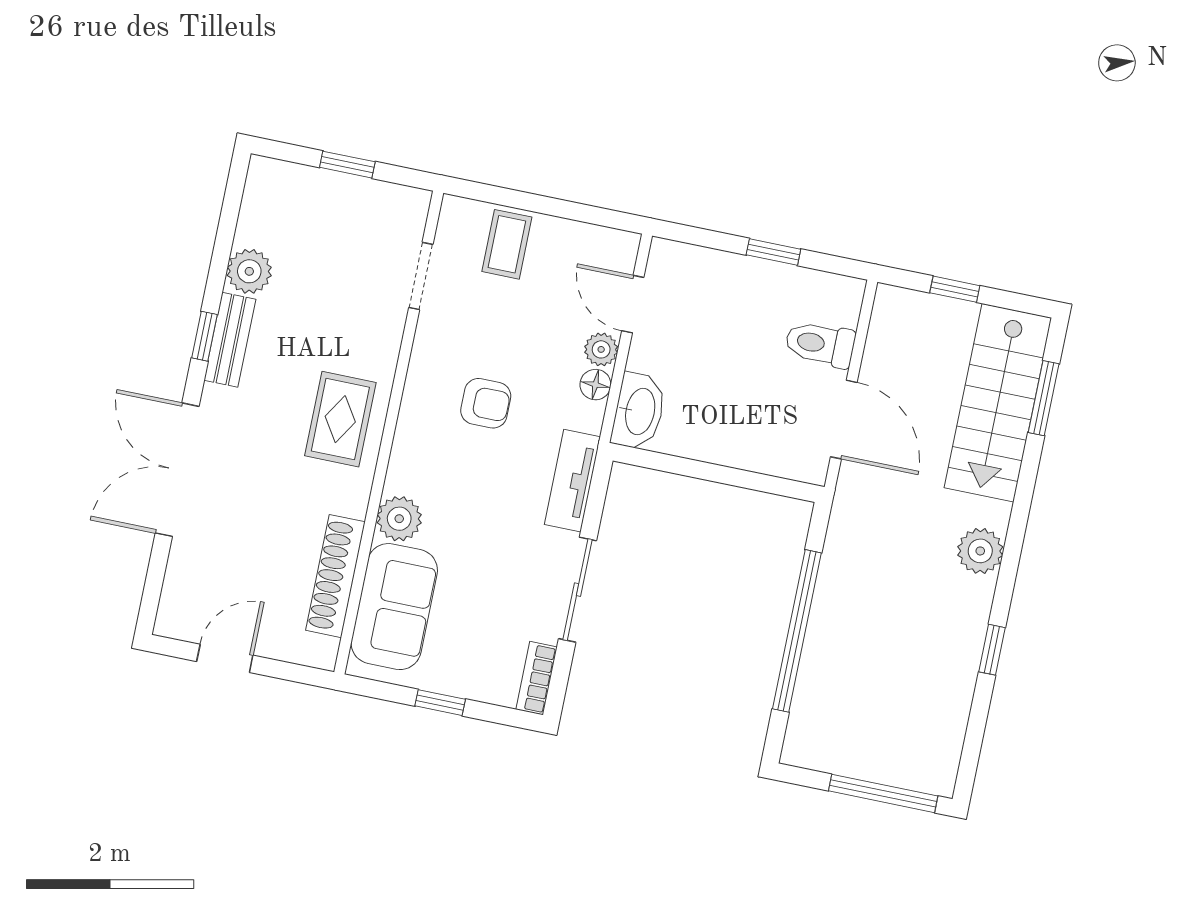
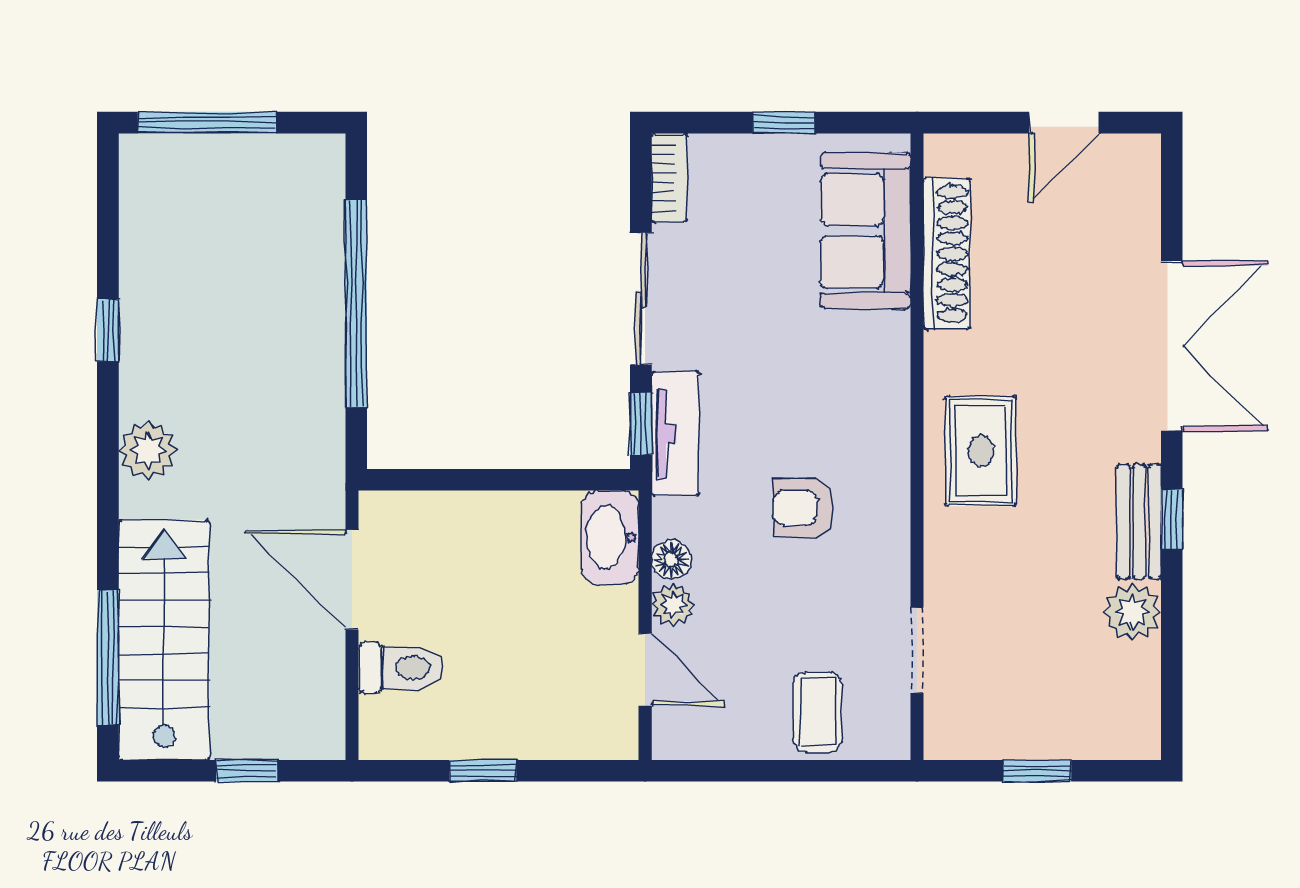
window: (1044, 398) -> (108, 658), width x1.44
window: (597, 494) -> (641, 424), added
plant: (399, 519) -> (882, 342), removed

